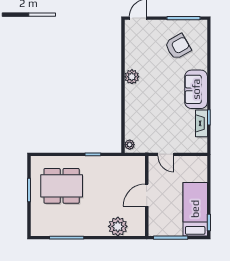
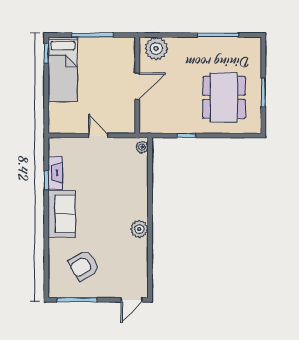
dining table: (62, 186) -> (224, 97), turned 90
door: (147, 195) -> (137, 86), moved
wall: (147, 196) -> (137, 85), moved

